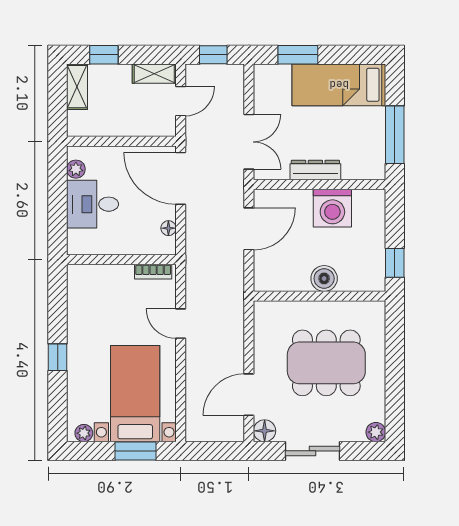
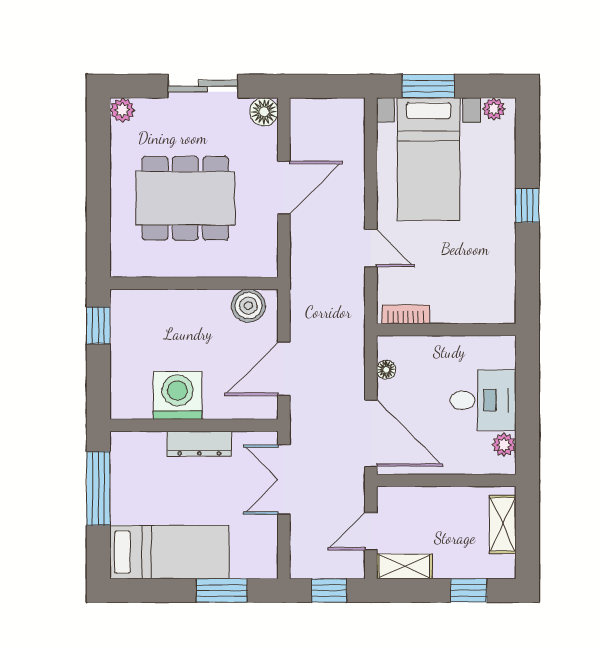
shelving: (77, 87) -> (503, 524), moved
boiler: (324, 278) -> (249, 306), moved
door: (249, 395) -> (284, 187), moved

